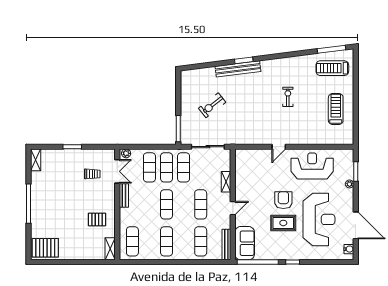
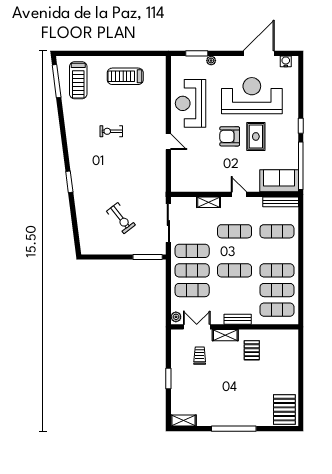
bench: (238, 69) -> (79, 189), removed
bench: (124, 195) -> (238, 319), moved
exercise mat: (149, 241) -> (277, 290), added
shelving: (110, 249) -> (225, 335), moved

